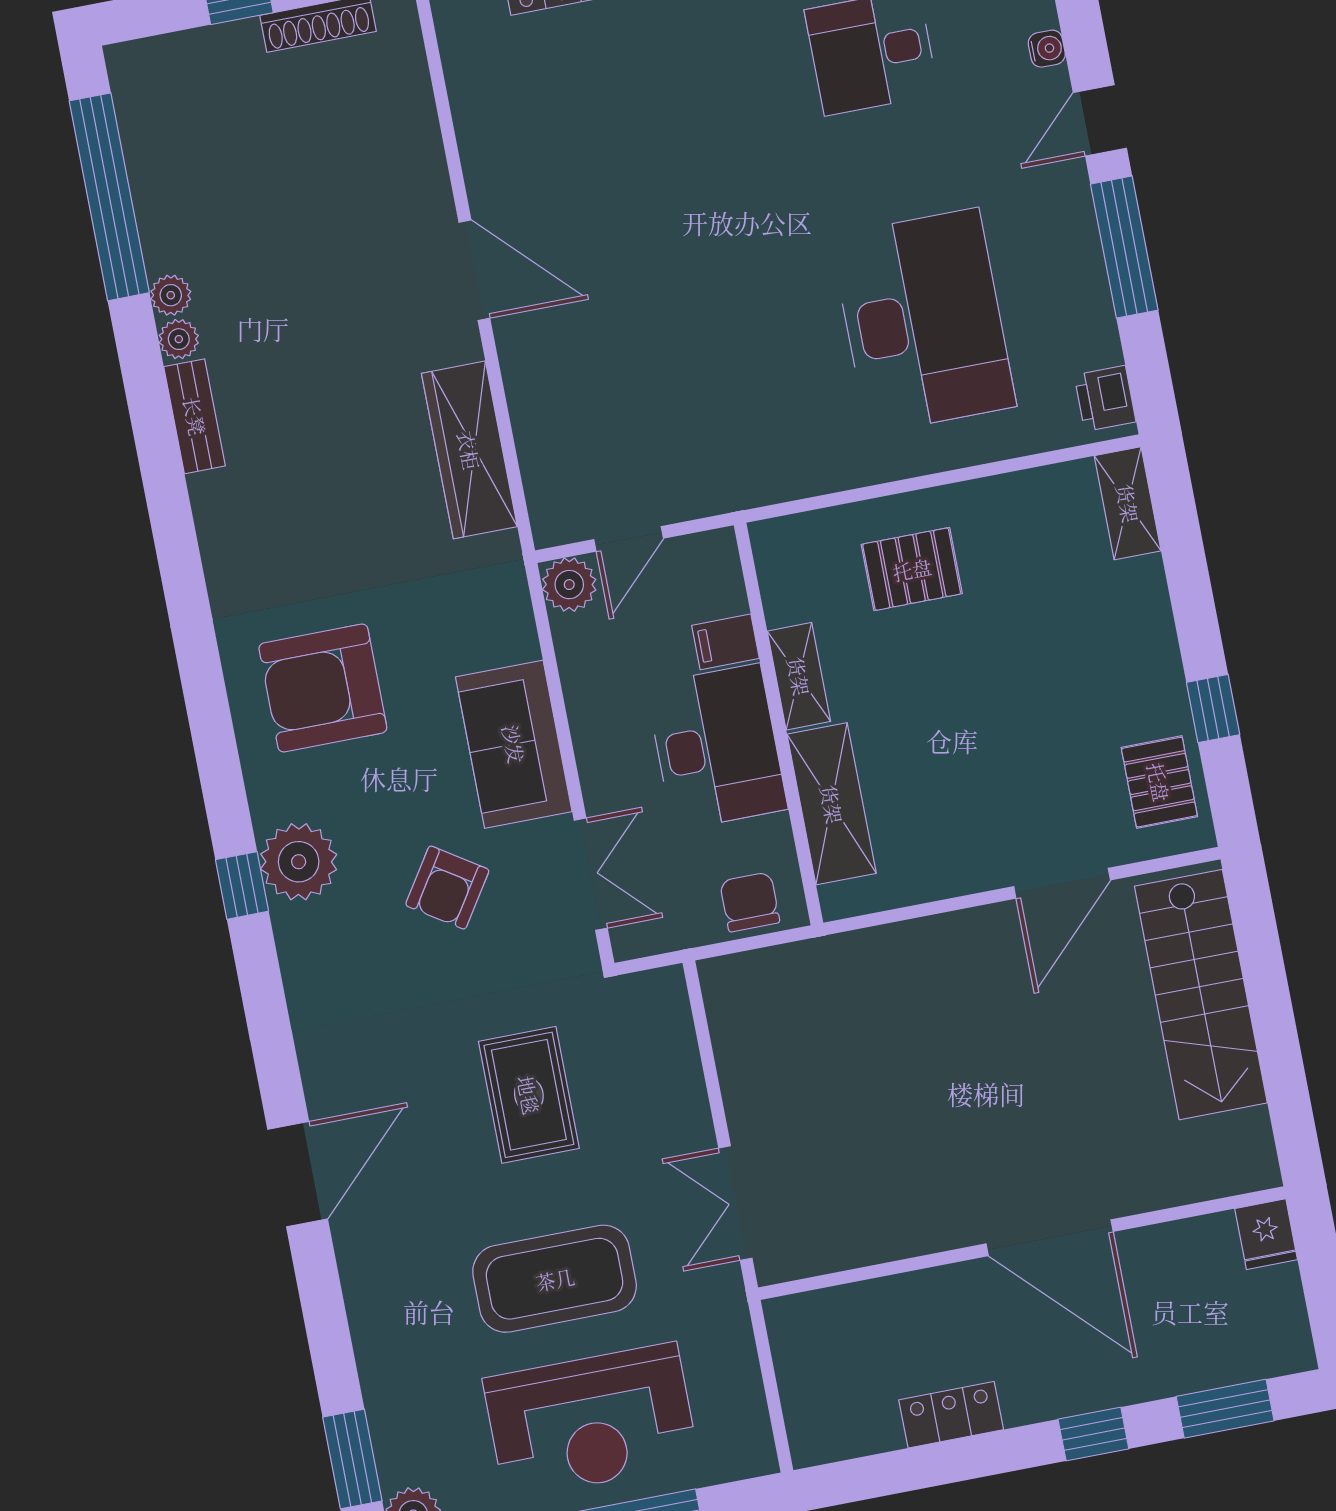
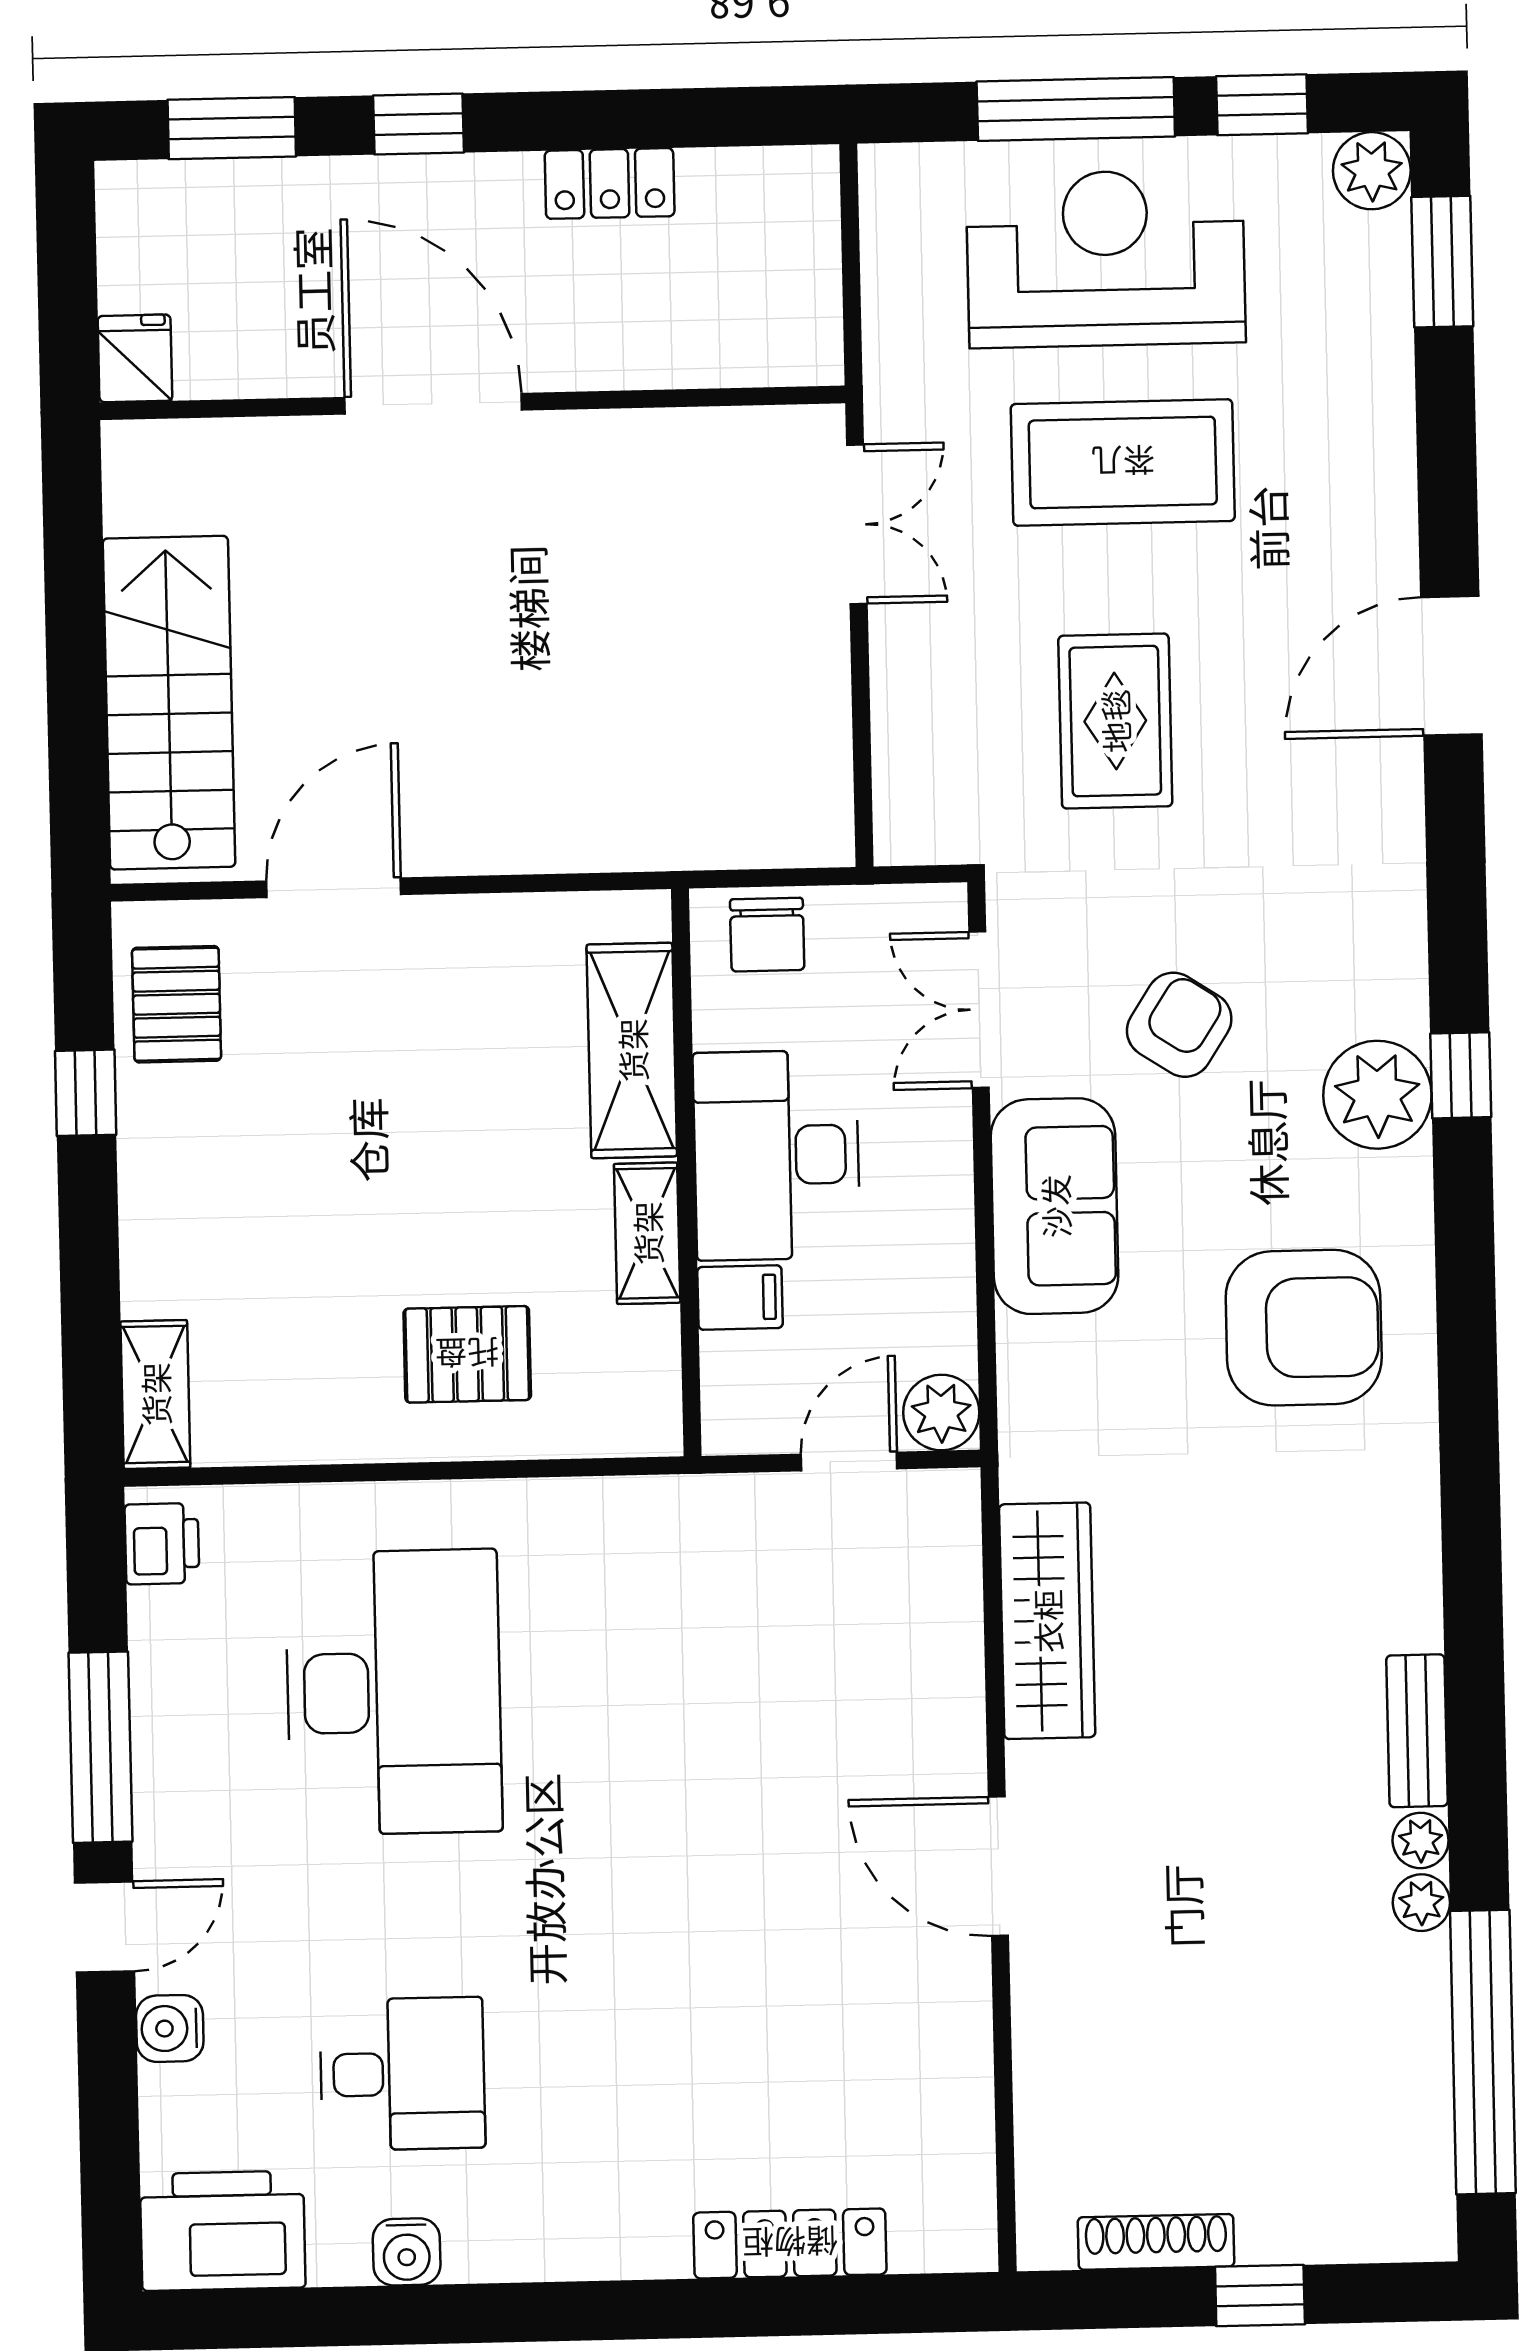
water cooler: (1047, 49) -> (170, 2028), width x1.38, depth x1.38
desk: (923, 321) -> (394, 1692), turned 180

